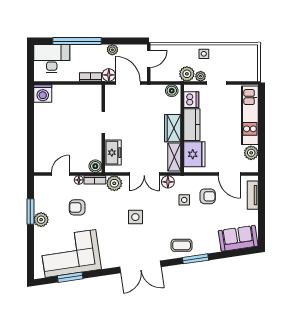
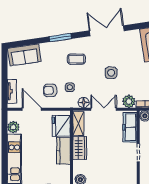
dishwasher: (191, 100) -> (64, 172), removed
freezer: (113, 153) -> (130, 127), width x1.40
coffee table: (182, 245) -> (76, 59), moved

